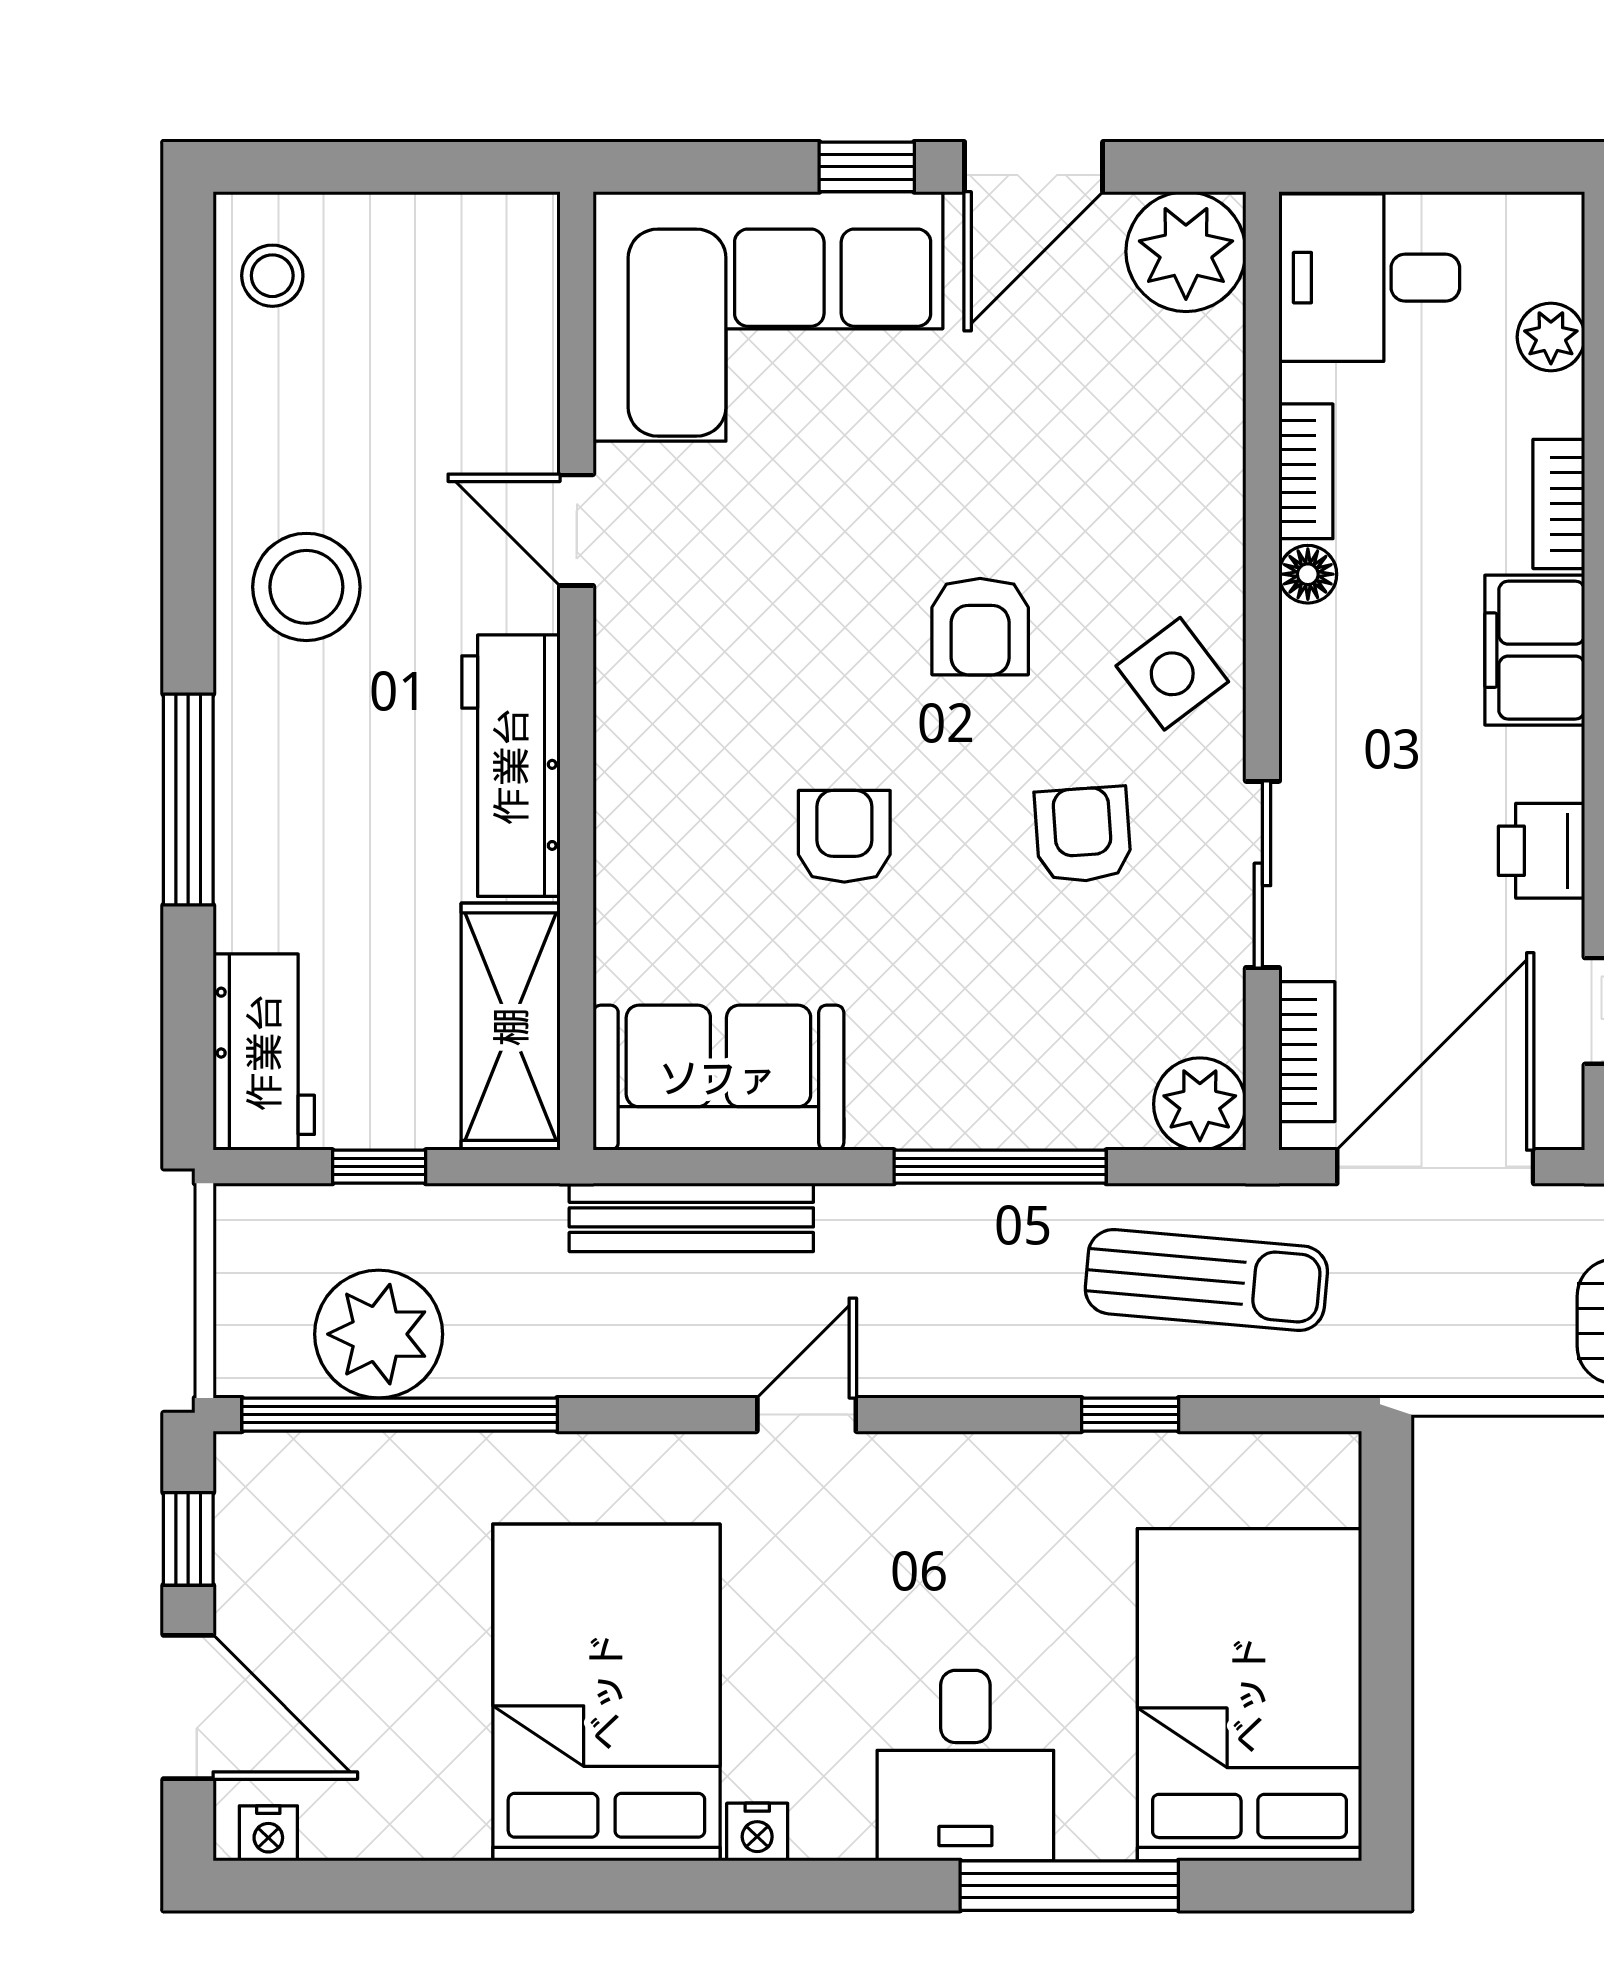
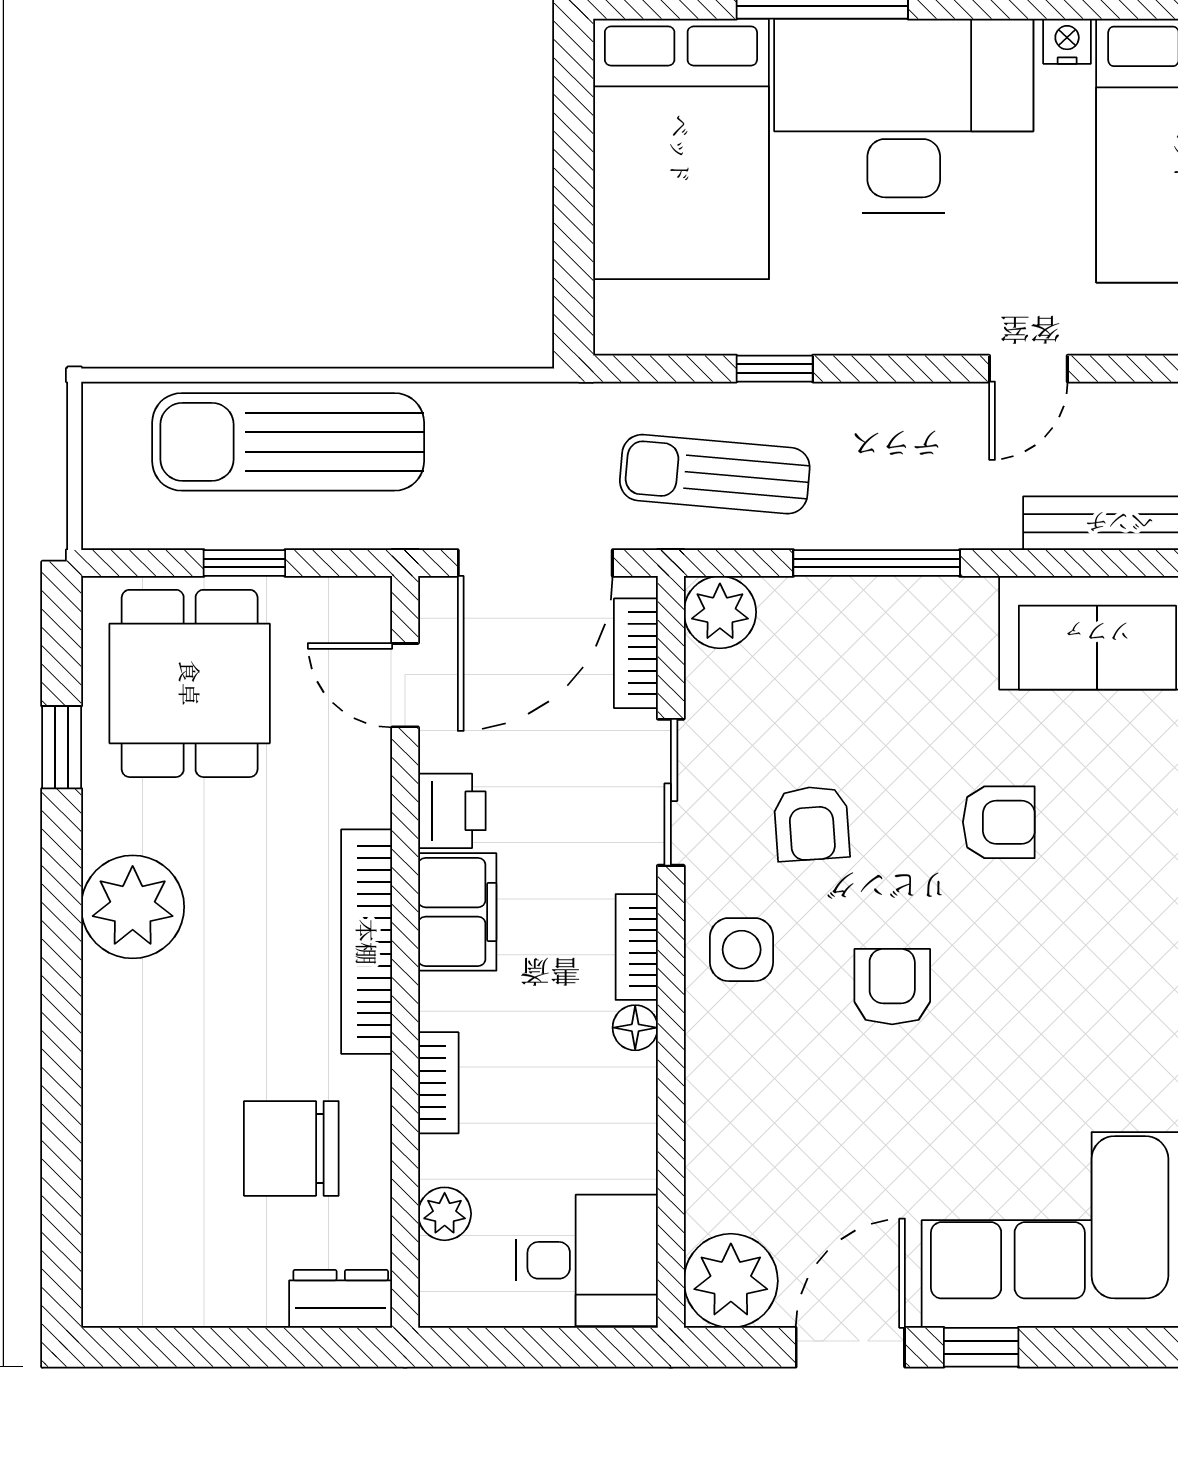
bookcase: (1306, 471) -> (637, 947), moved
filing cabinet: (1535, 650) -> (457, 912), moved
side table: (1172, 674) -> (742, 950), turned 37
armchair: (844, 836) -> (999, 822), turned -90
desk: (965, 1766) -> (904, 116), width x1.87, depth x1.30

